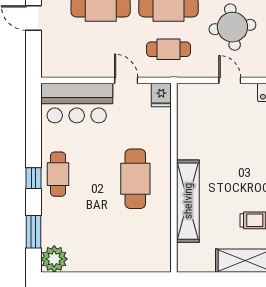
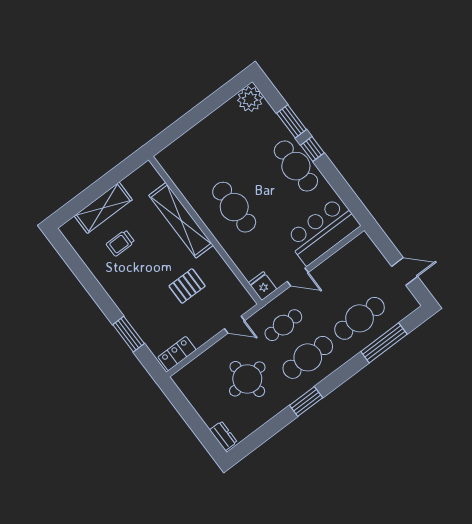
door: (230, 80) -> (235, 325), moved
pallet: (224, 142) -> (187, 286), added
cafe table: (58, 174) -> (296, 166), width x1.37, depth x1.35
window: (34, 232) -> (292, 121), moved

